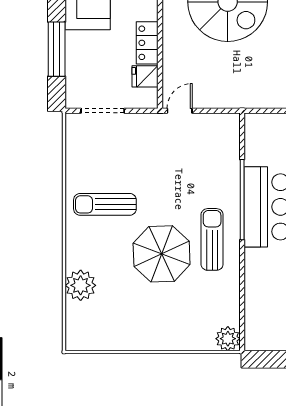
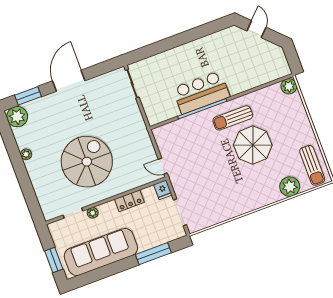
fridge: (145, 76) -> (163, 190), moved
sun lounger: (105, 204) -> (312, 165), moved

